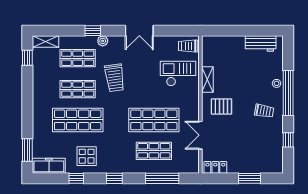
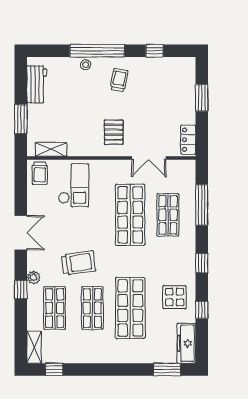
window: (232, 31) -> (21, 119), added
checkout: (178, 74) -> (74, 185), turned 180
shelving: (207, 79) -> (51, 149), moved

